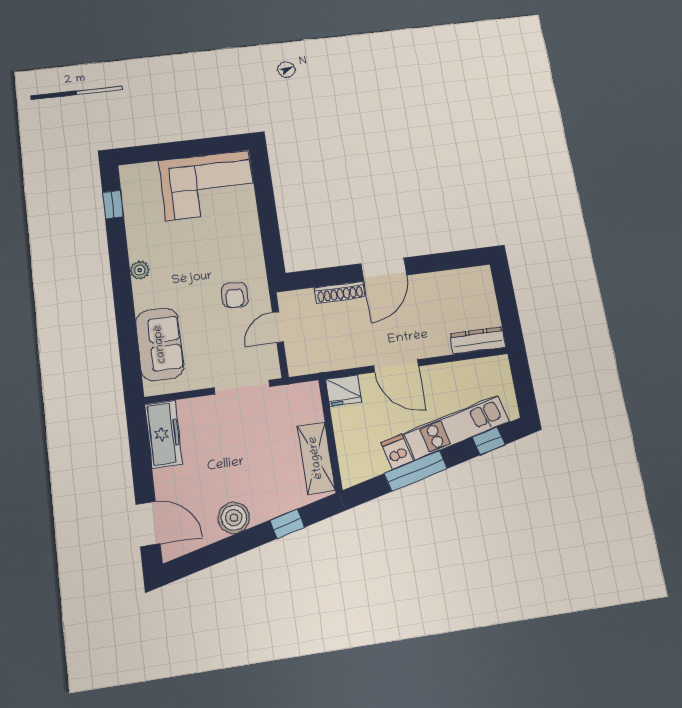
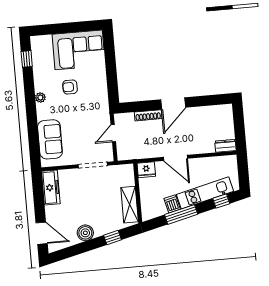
armchair: (235, 295) -> (70, 87), moved, turned 85
dresser: (478, 341) -> (225, 146), width x0.70

